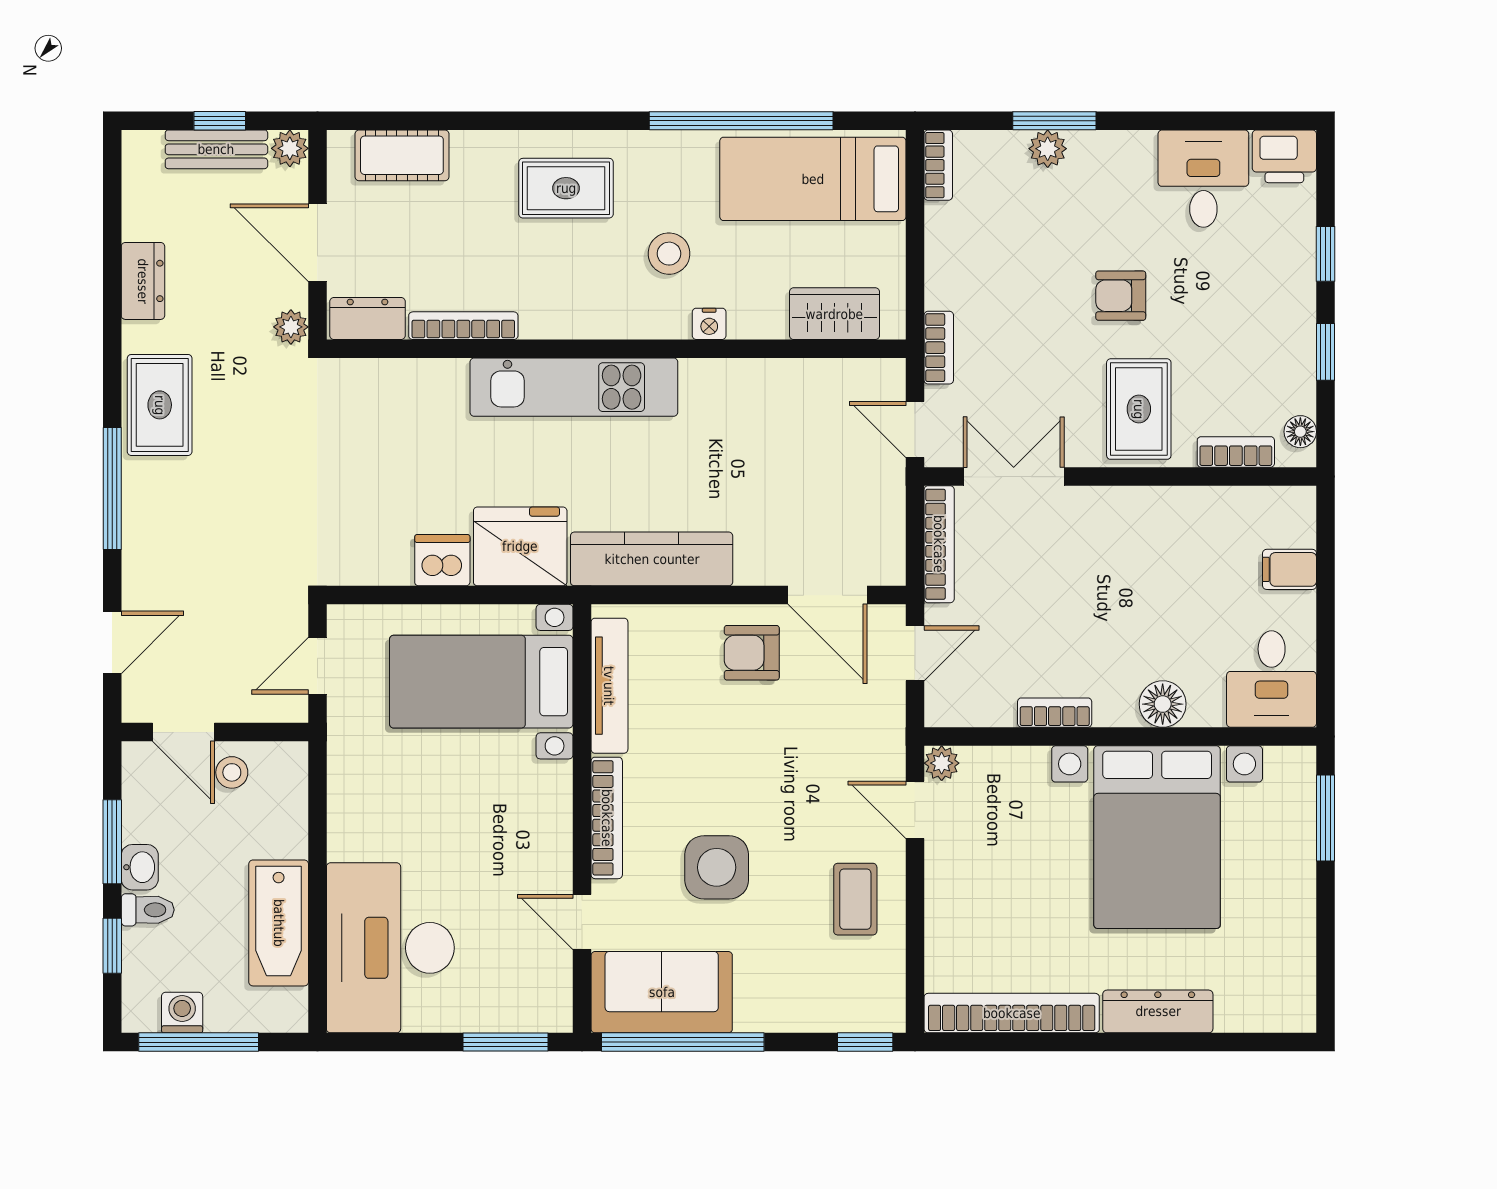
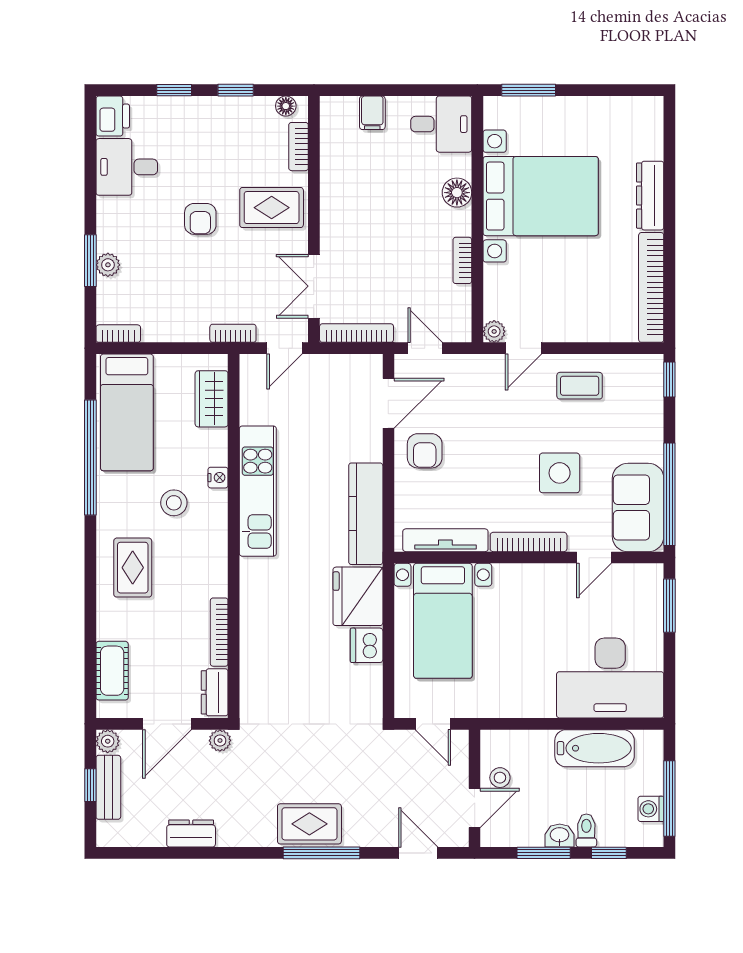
kitchen unit: (574, 387) -> (258, 491), moved
rug: (160, 405) -> (309, 824), moved

